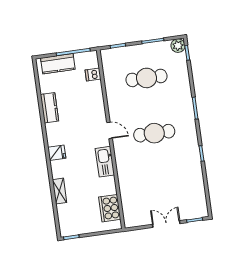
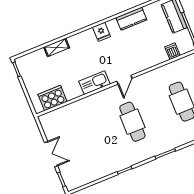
fridge: (57, 153) -> (102, 32), moved

